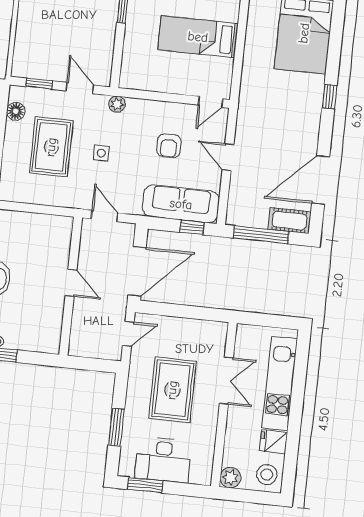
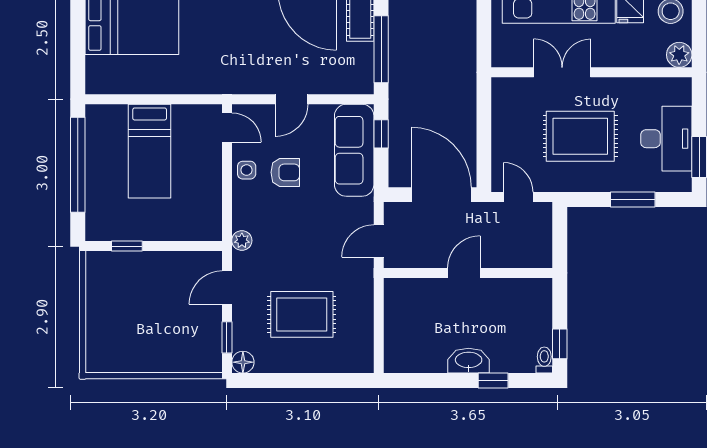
floor lamp: (16, 111) -> (243, 362), moved
side table: (101, 153) -> (247, 170), moved

